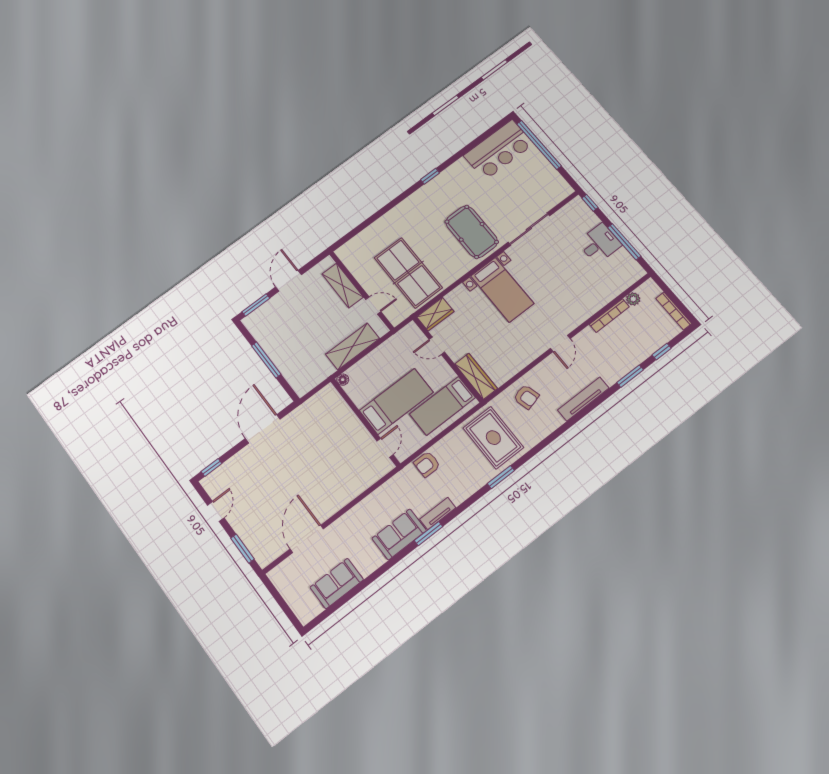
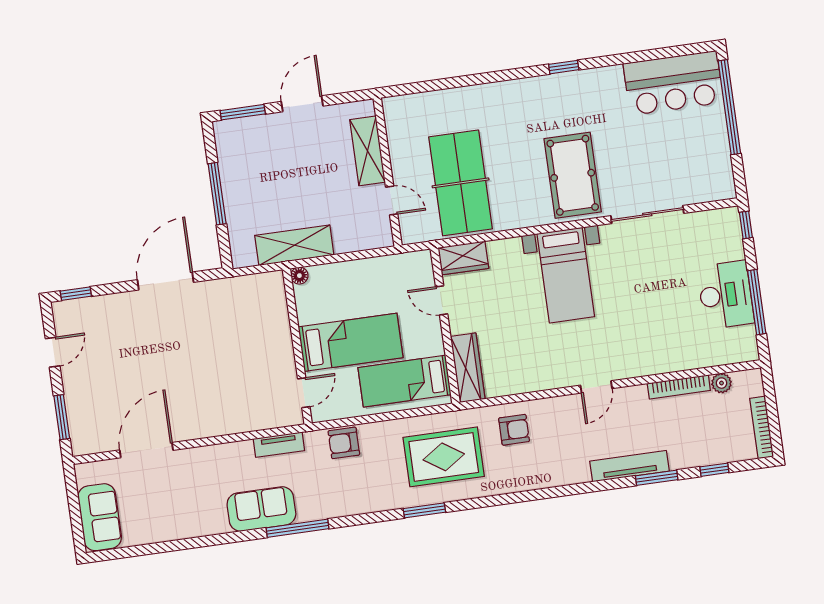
desk: (599, 244) -> (726, 295), width x1.37
shelving: (353, 346) -> (294, 245), moved
armchair: (526, 397) -> (514, 430), turned -75
tv unit: (583, 399) -> (629, 466), moved
rug: (493, 438) -> (444, 457), turned 90
tv unit: (438, 513) -> (279, 445), moved, turned 180
window: (429, 534) -> (298, 528), width x1.44
sofa: (337, 583) -> (100, 517), moved, turned 90

